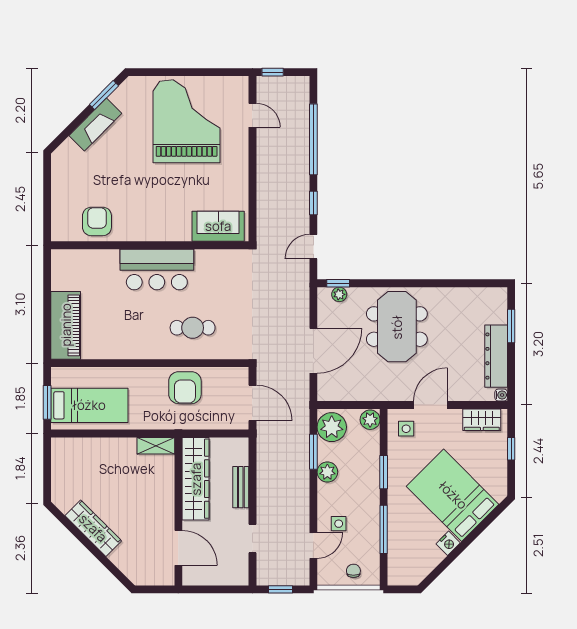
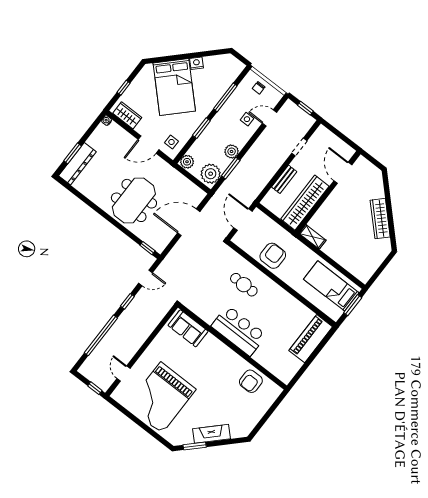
plant: (339, 294) -> (151, 242), removed
dresser: (496, 356) -> (77, 164), moved

